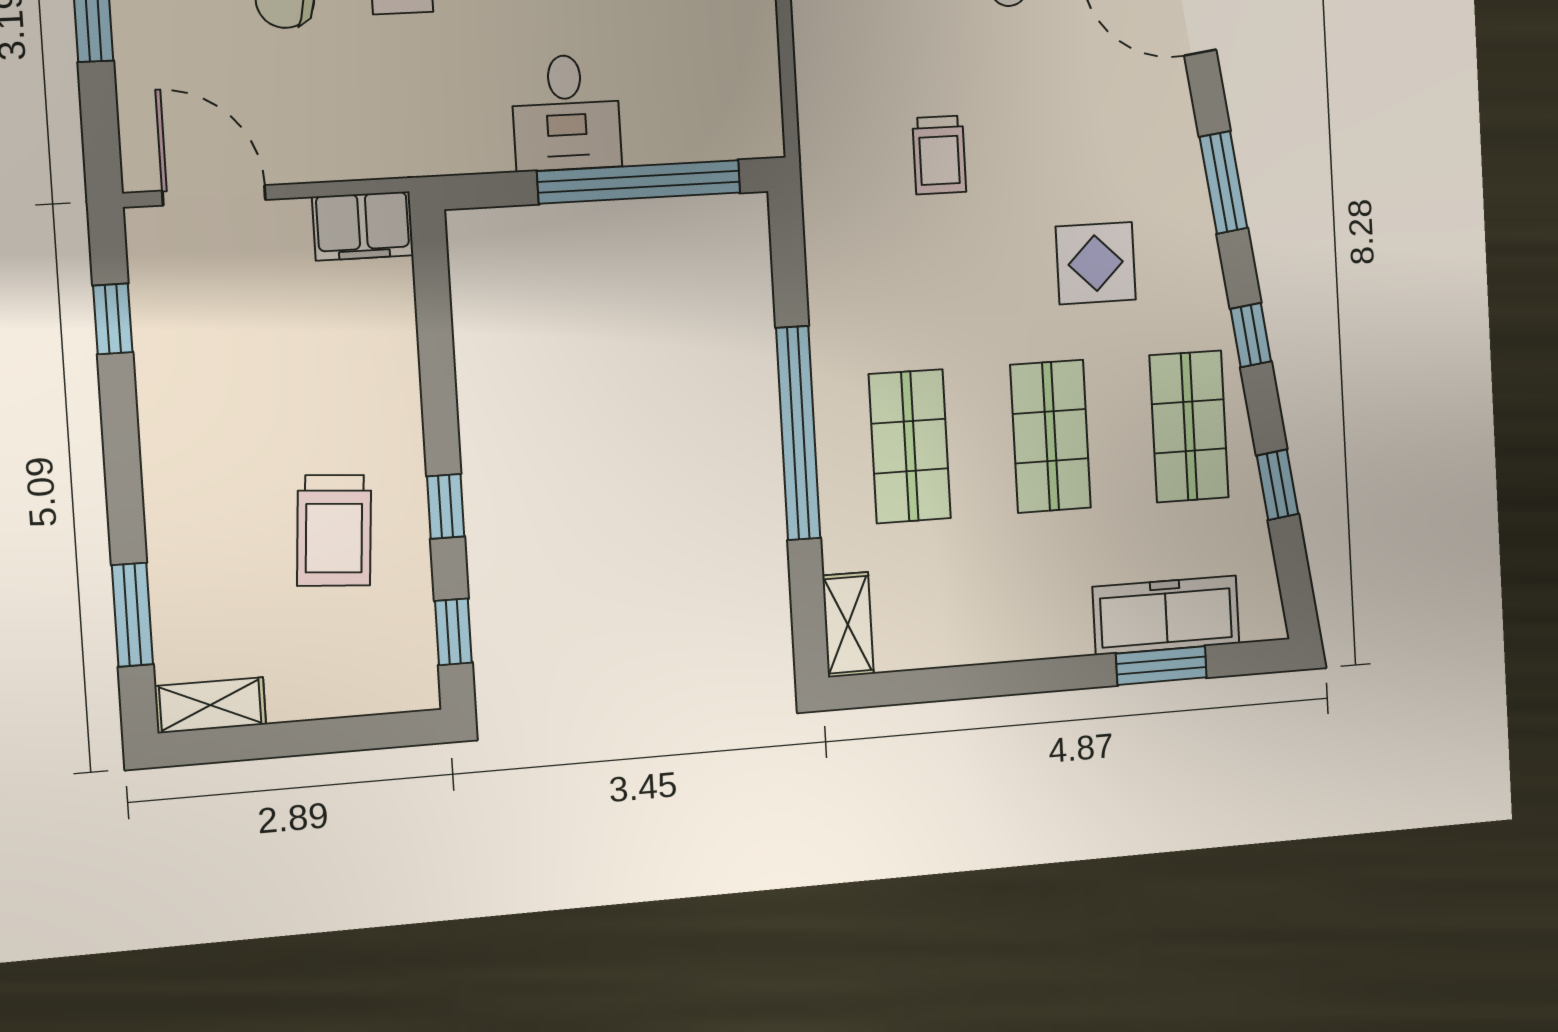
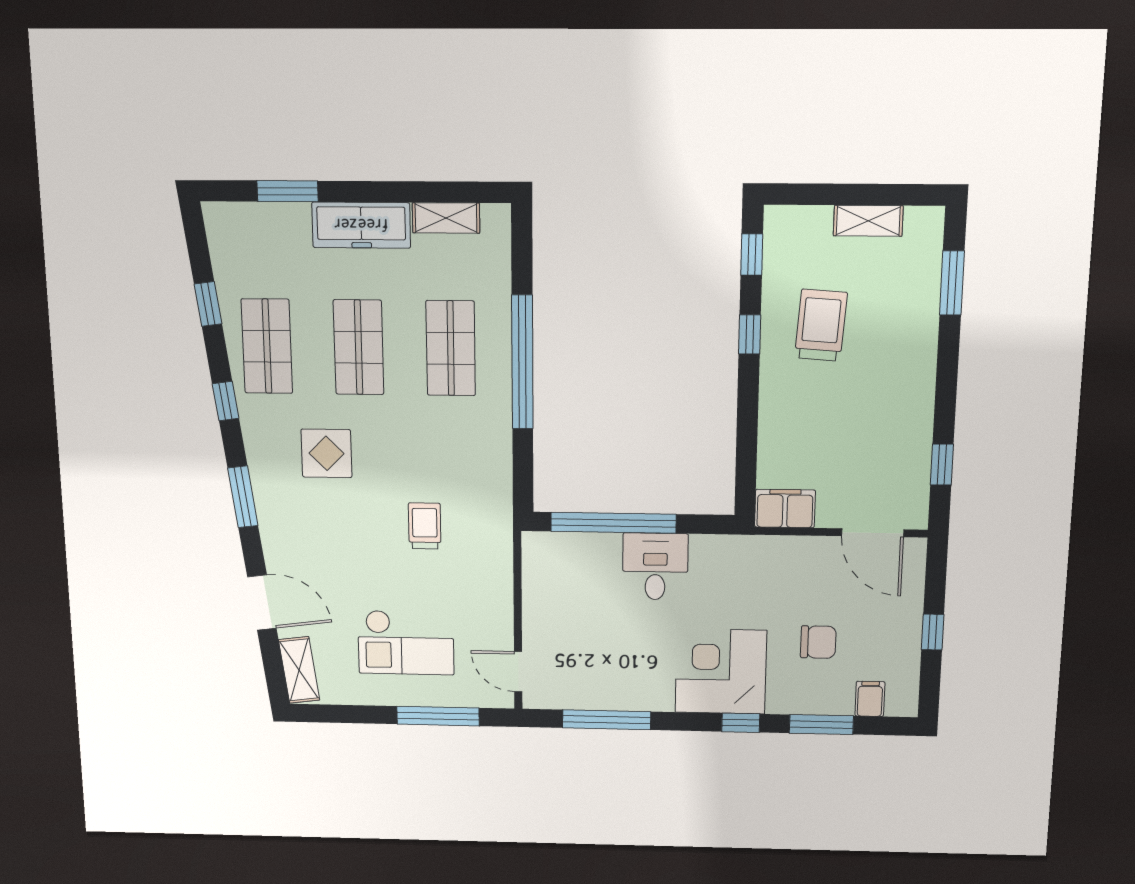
freezer: (1166, 615) -> (361, 225), moved
shelving: (848, 625) -> (446, 218), moved, turned 90
shelving: (210, 705) -> (868, 221), moved

